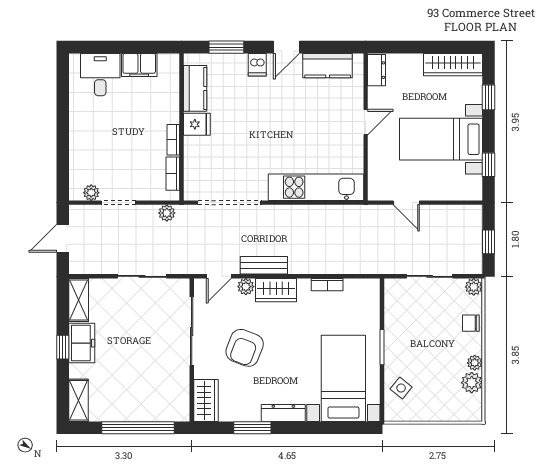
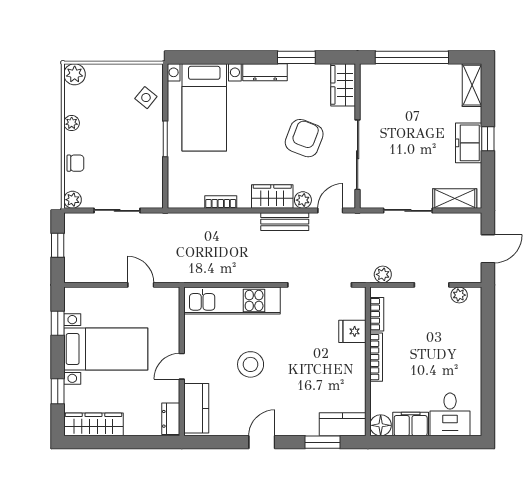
floor lamp: (169, 64) -> (381, 425), added
dishwasher: (257, 65) -> (291, 424), removed
kitchen counter: (328, 66) -> (196, 408), moved, turned 90
kitchen counter: (195, 88) -> (343, 424), moved, turned 90
fridge: (197, 124) -> (352, 331), moved
stool: (298, 124) -> (251, 364), added
bookcase: (173, 140) -> (376, 357), width x1.56
shelving: (79, 300) -> (455, 199), moved, turned 90
plant: (472, 383) -> (75, 74), moved

